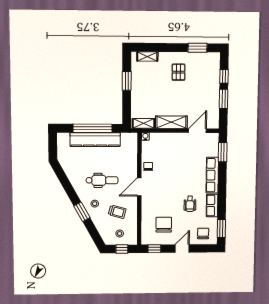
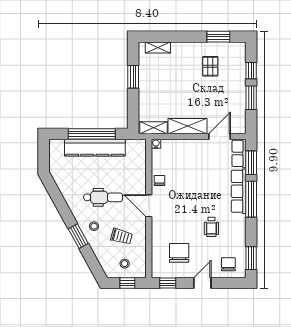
pallet: (178, 72) -> (210, 66), moved
window: (222, 182) -> (251, 199), added
door: (139, 187) -> (149, 206), hinge flipped
row of seats: (212, 206) -> (239, 153), moved

